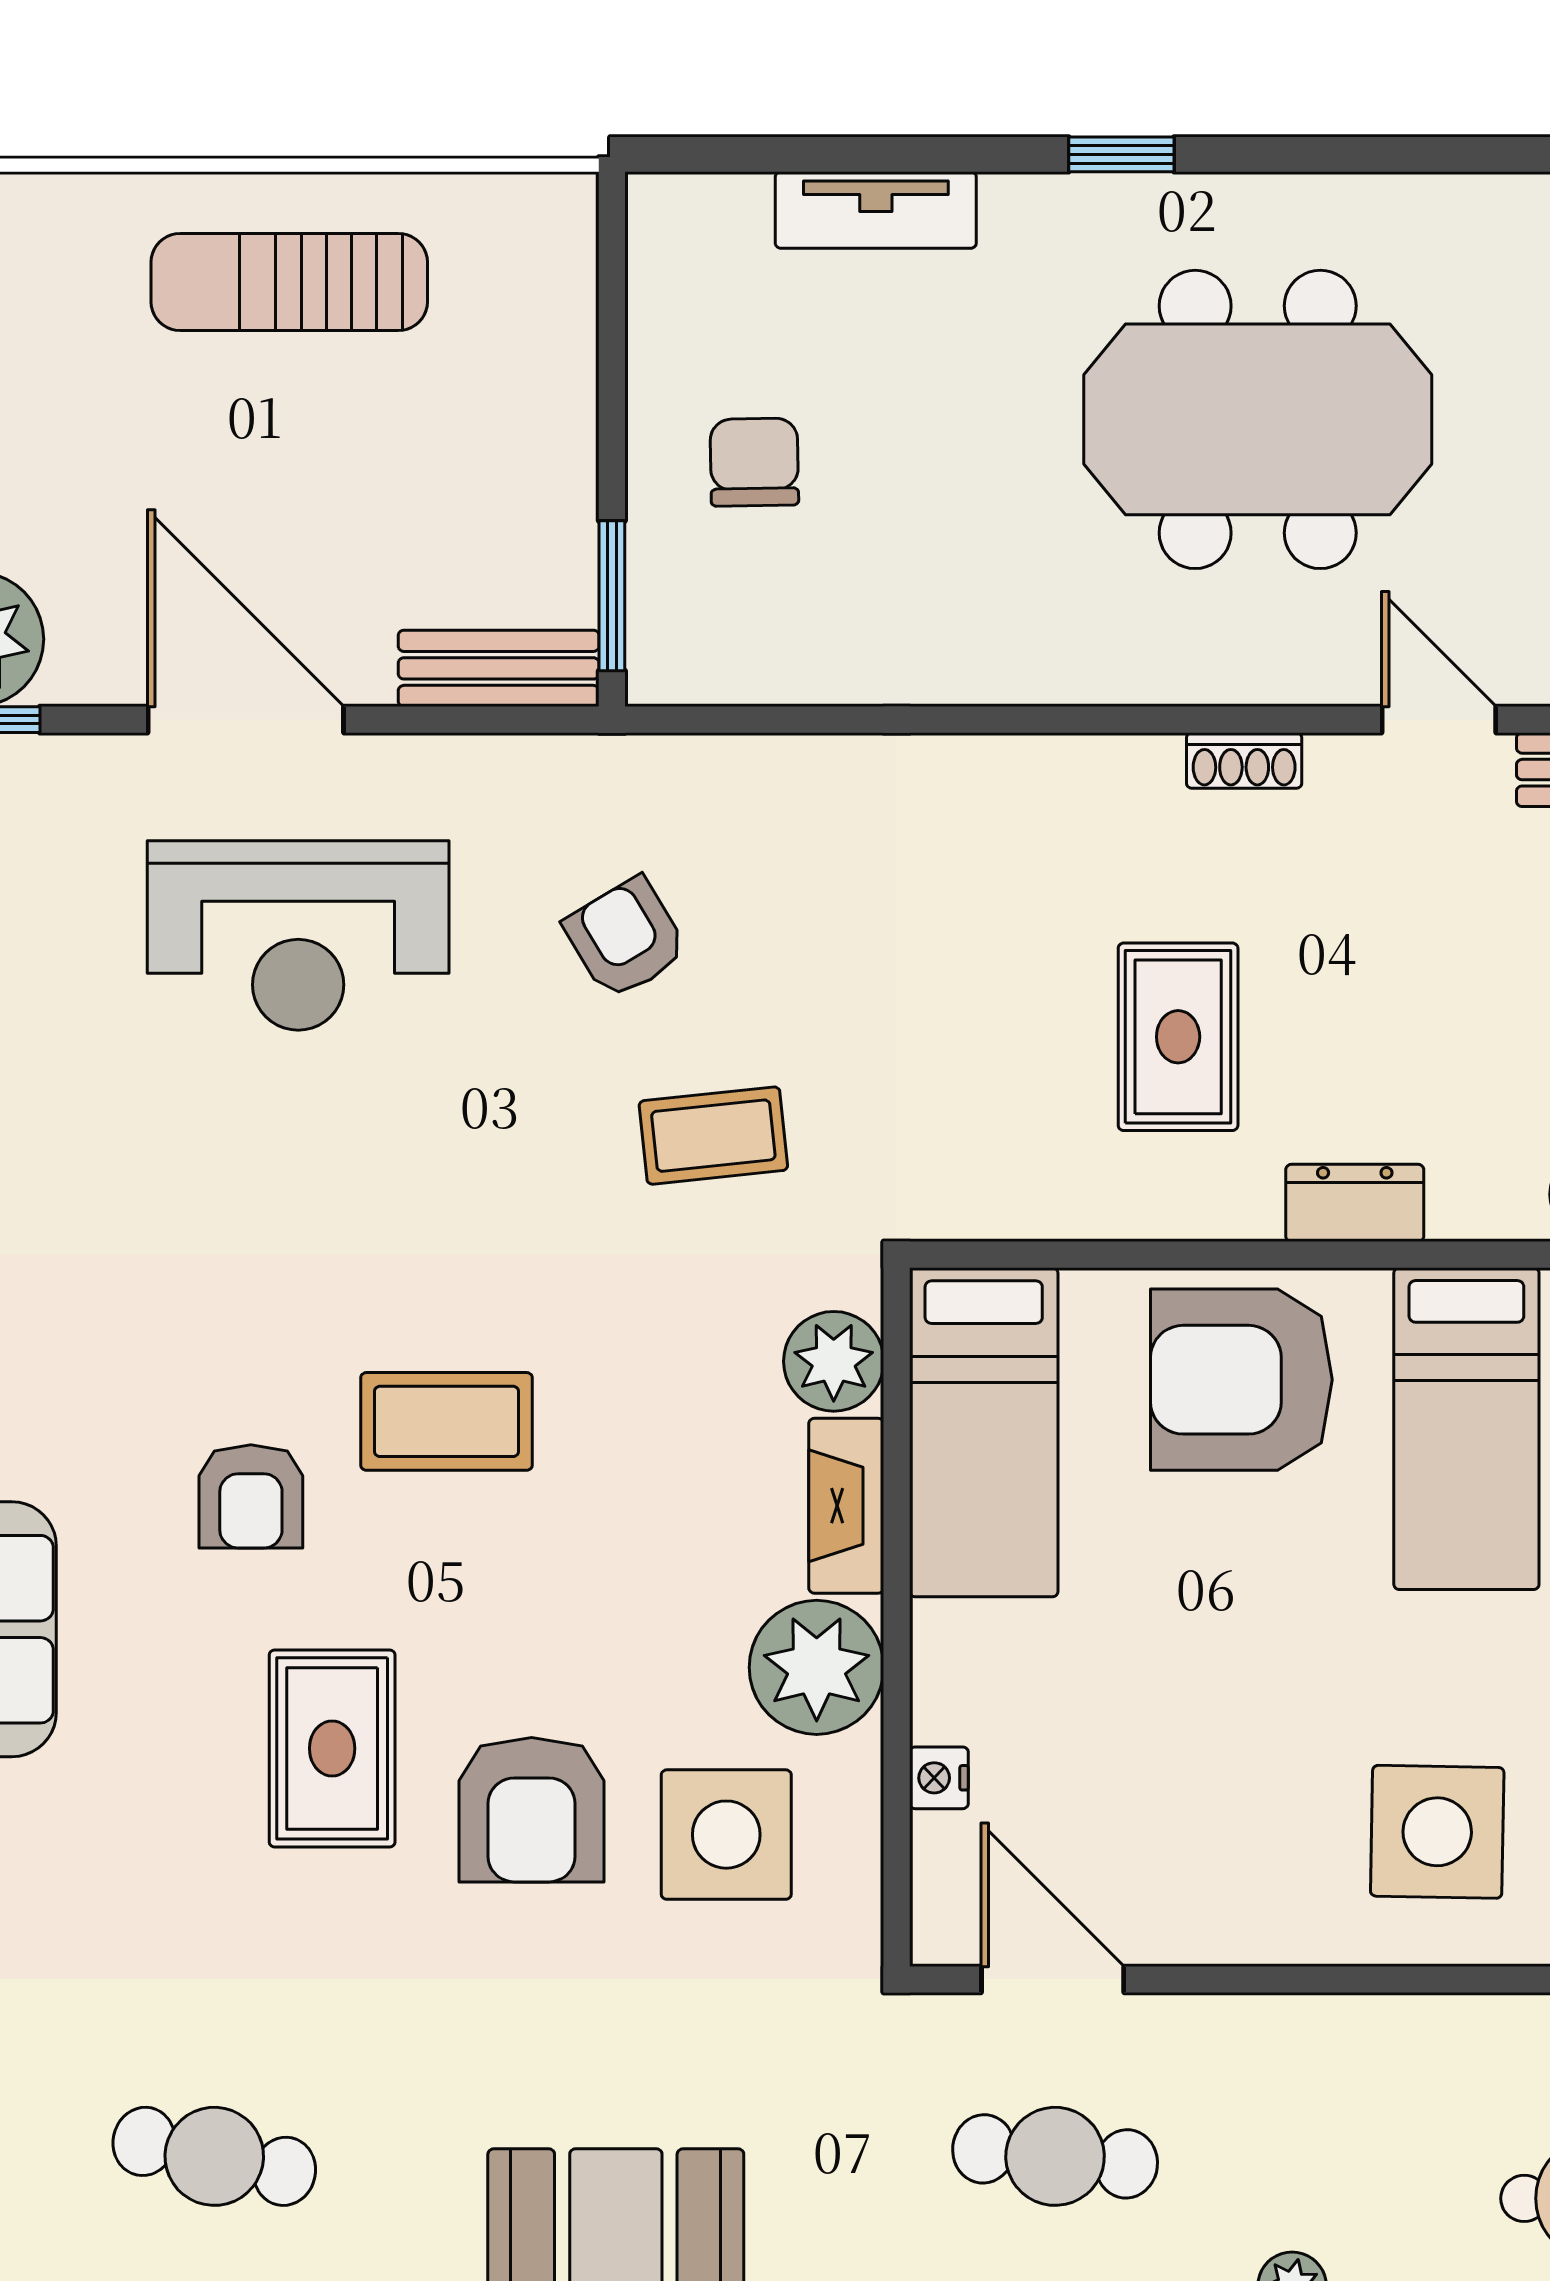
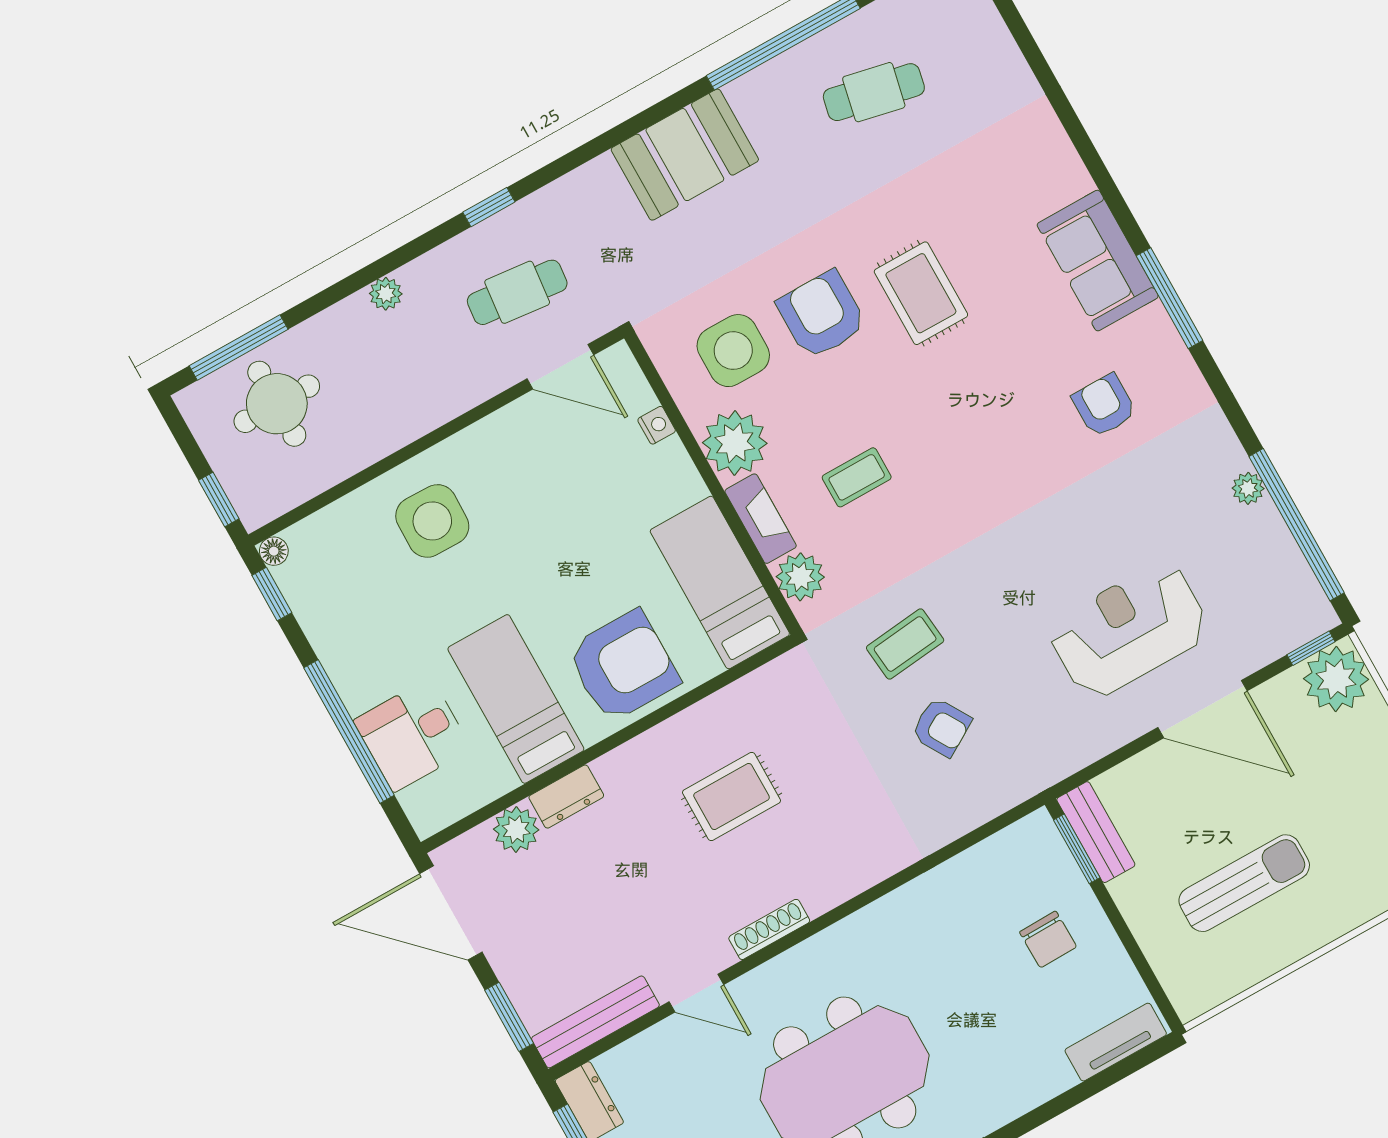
tv unit: (876, 210) -> (1116, 1042), moved
sun lounger: (289, 282) -> (1244, 883), moved
bench: (499, 668) -> (1096, 832), moved, turned 90
shoe rack: (1244, 761) -> (769, 929), width x1.43
armchair: (626, 938) -> (941, 727), moved
rug: (1178, 1037) -> (732, 797), turned 90
dresser: (1355, 1203) -> (566, 797), moved
coffee table: (446, 1421) -> (857, 477), moved, width x0.73, depth x0.77
armchair: (251, 1496) -> (1104, 405), moved

